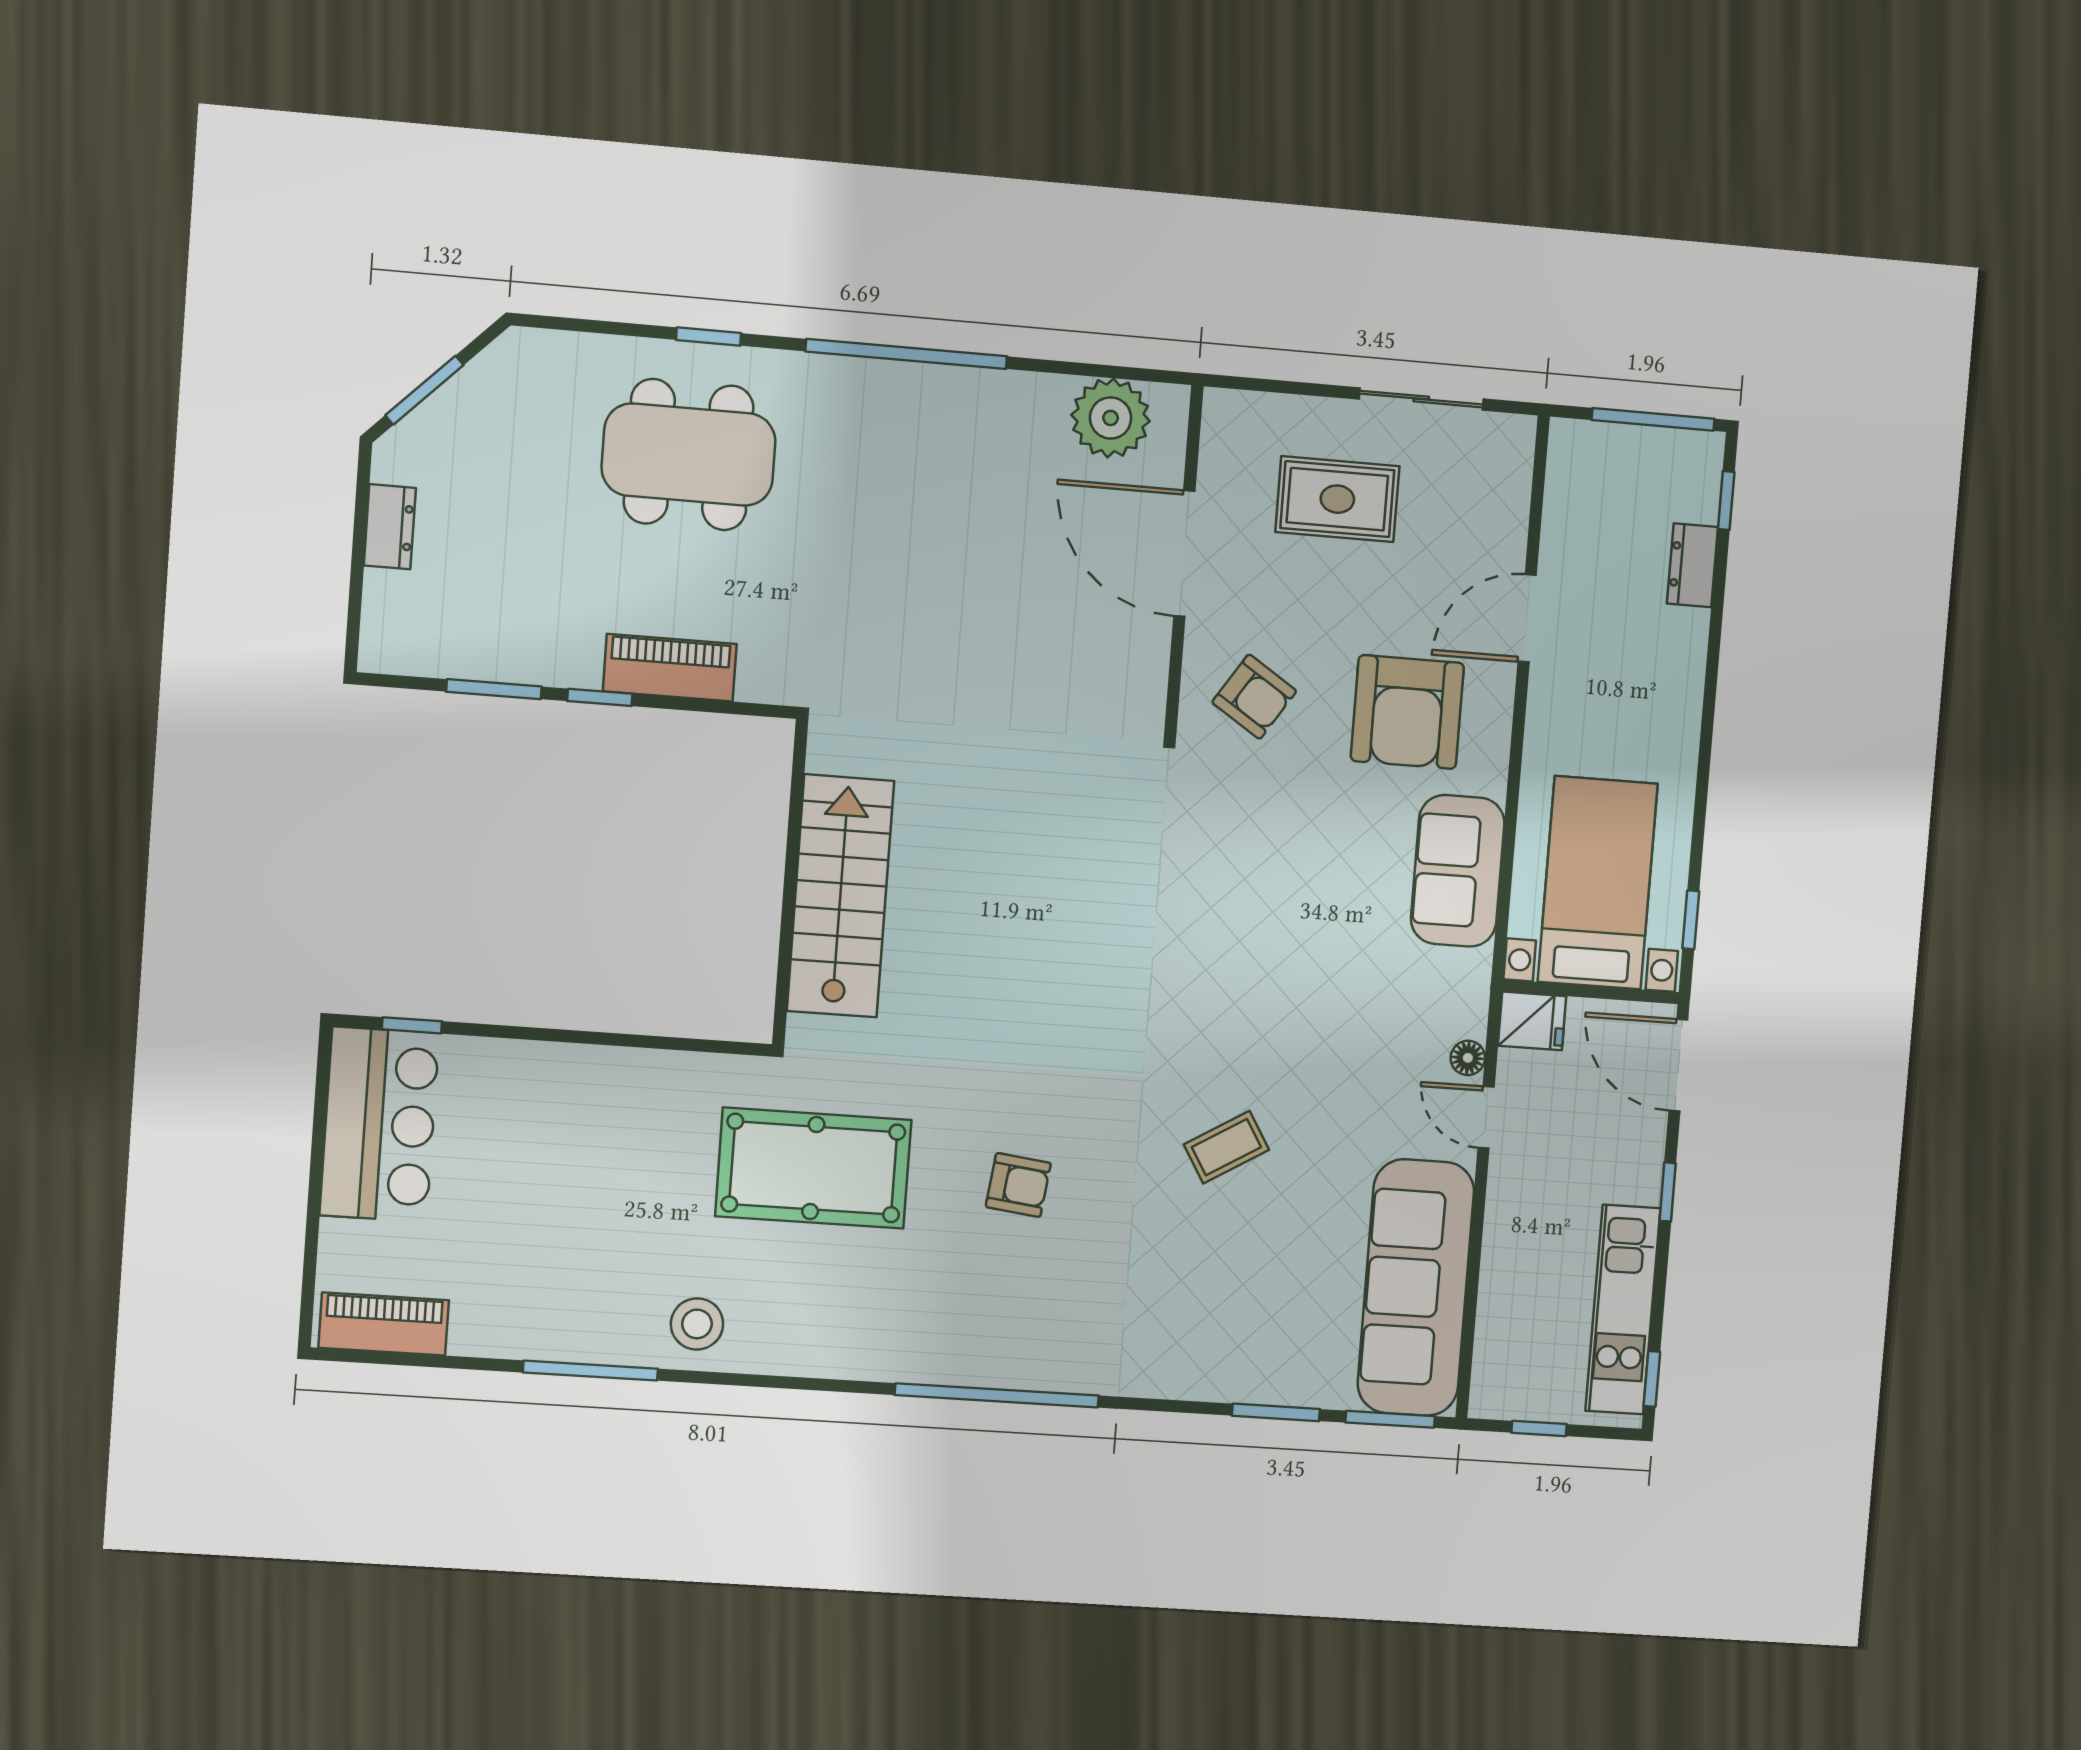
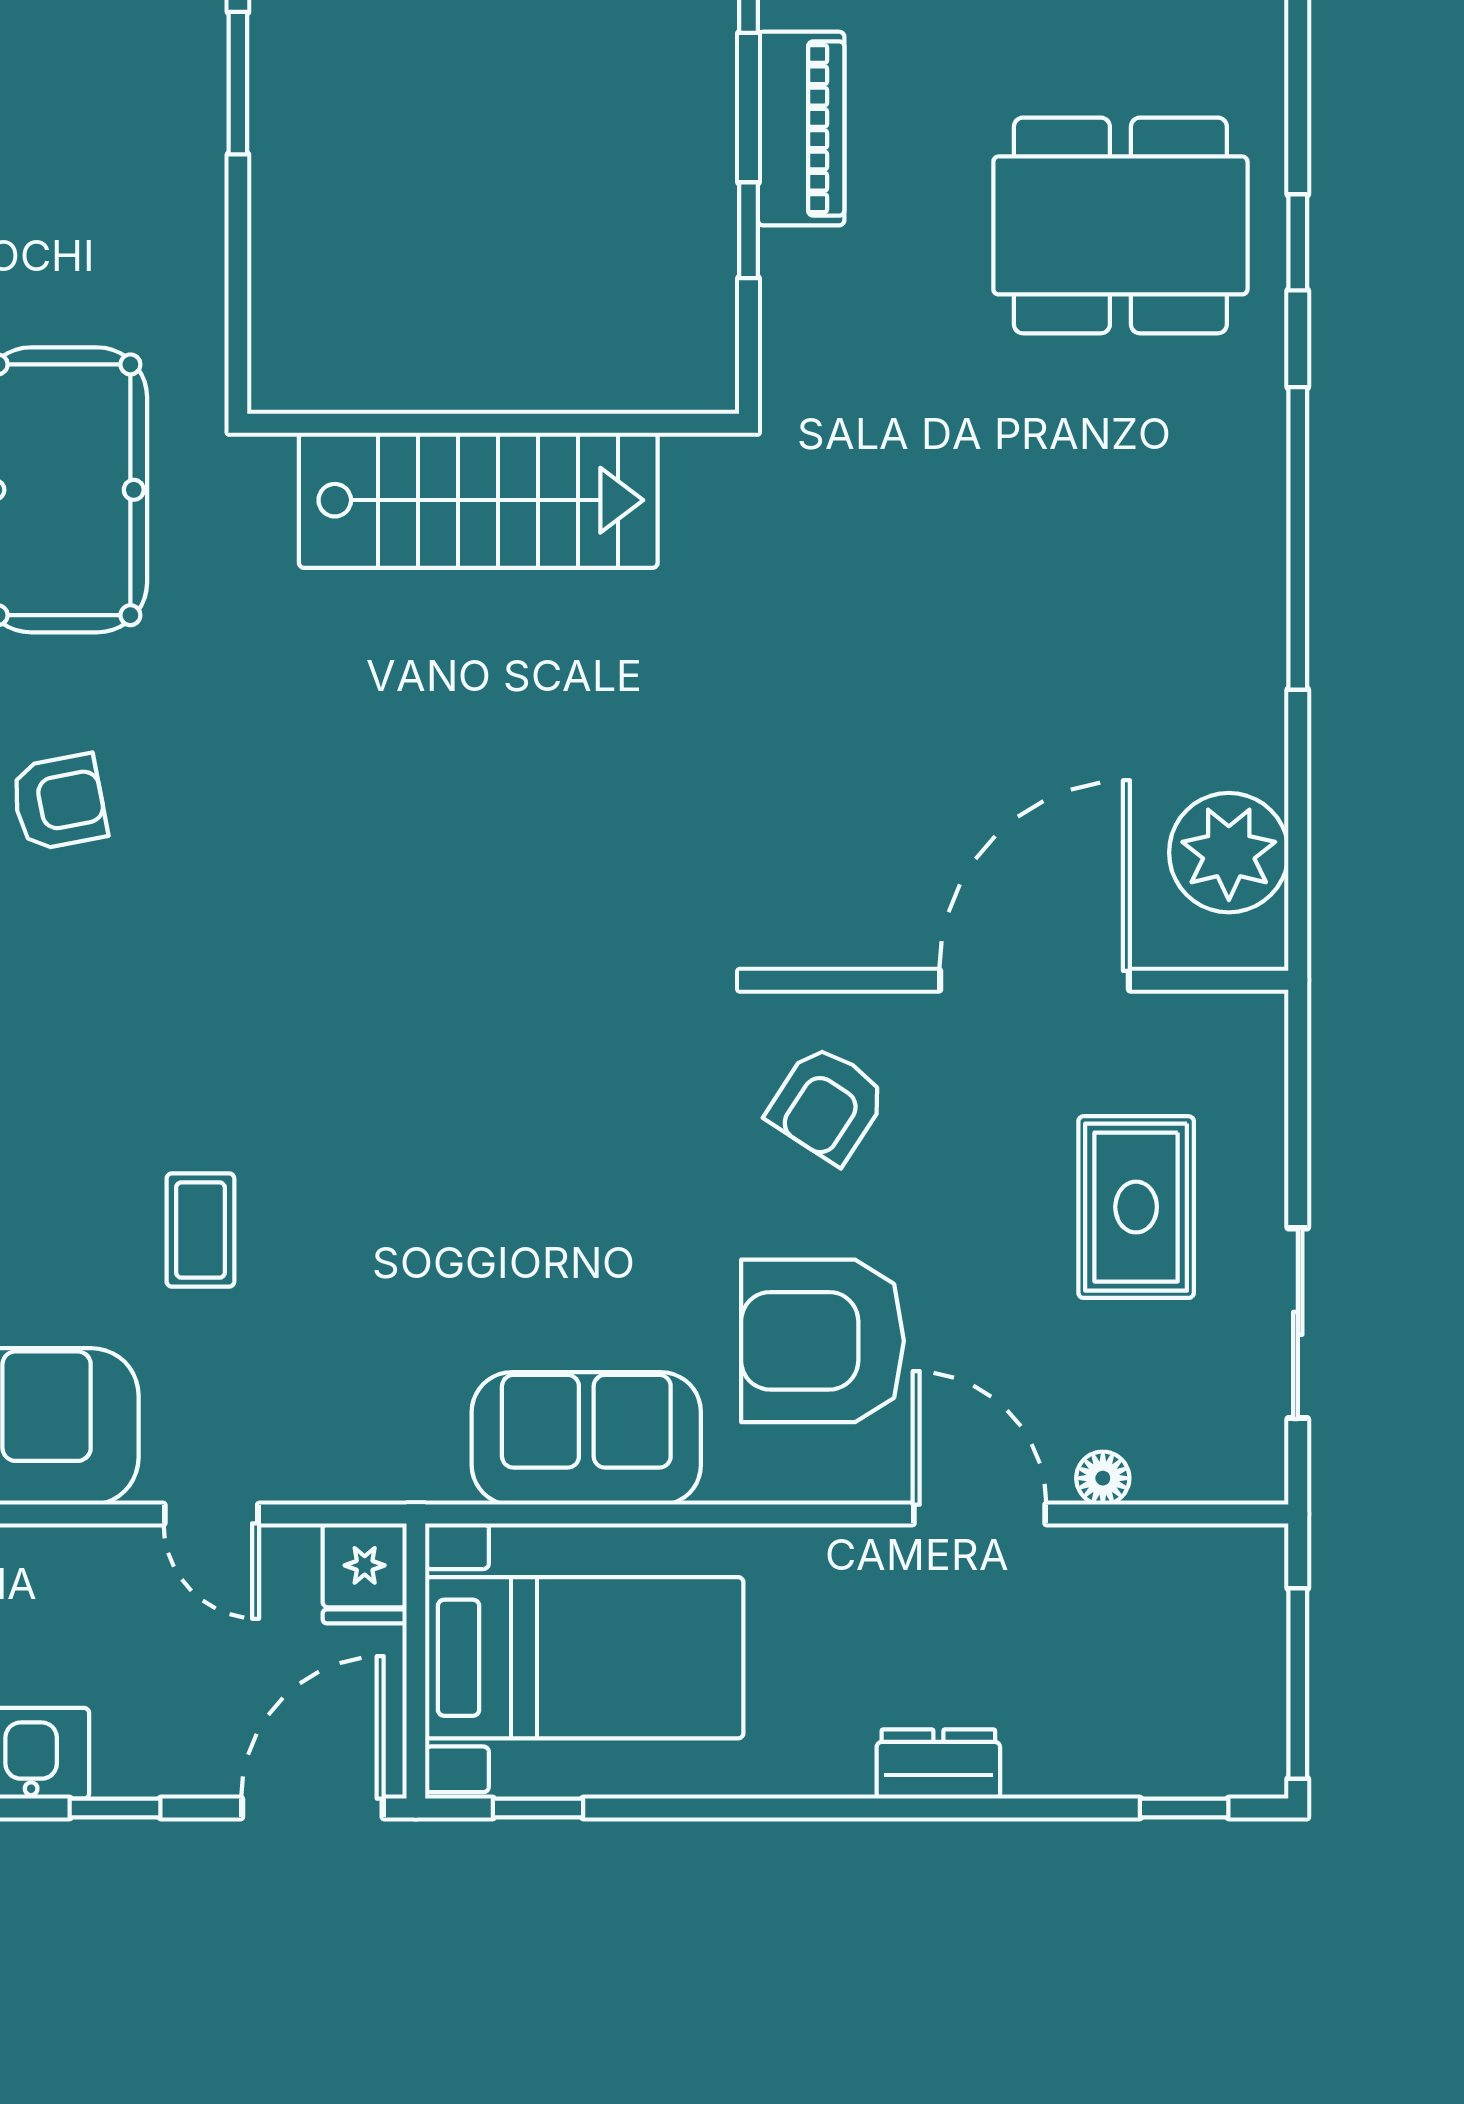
dining table: (689, 455) -> (1120, 225), turned 90
dresser: (1692, 565) -> (938, 1764), moved
piano: (670, 668) -> (801, 129), moved
window: (600, 697) -> (749, 230), moved
window: (551, 1035) -> (238, 83), added
floor lamp: (1468, 1058) -> (1103, 1478), moved
door: (1486, 1117) -> (211, 1514), swing flipped
coffee table: (1226, 1147) -> (200, 1230), moved, turned 31
armchair: (1018, 1185) -> (59, 802), turned -108

